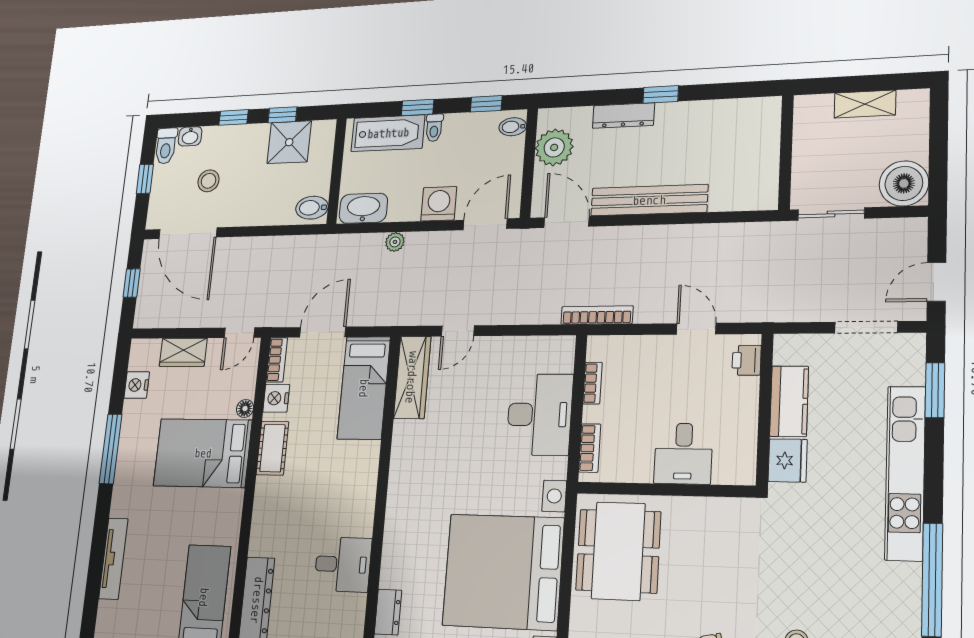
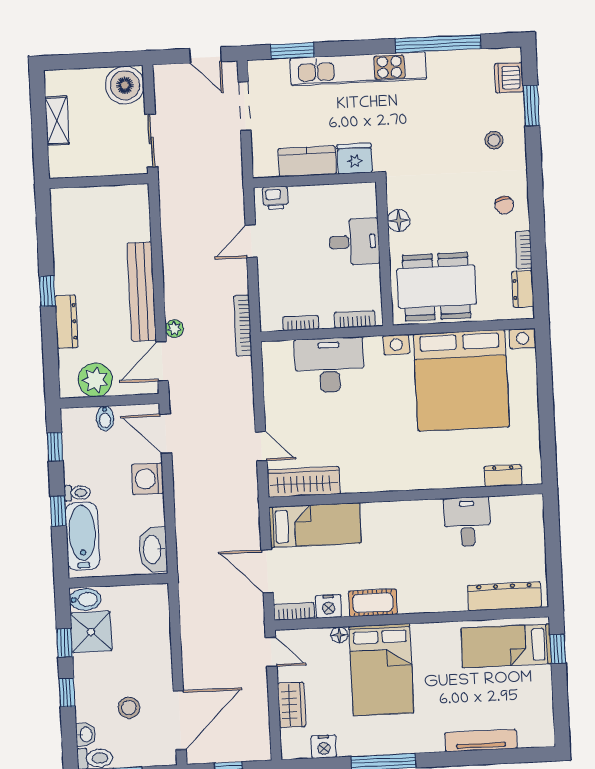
bidet: (513, 127) -> (105, 418), moved
bidet: (312, 208) -> (85, 599), moved, turned -90
plant: (395, 242) -> (174, 329), moved
floor lamp: (704, 510) -> (399, 221), added

